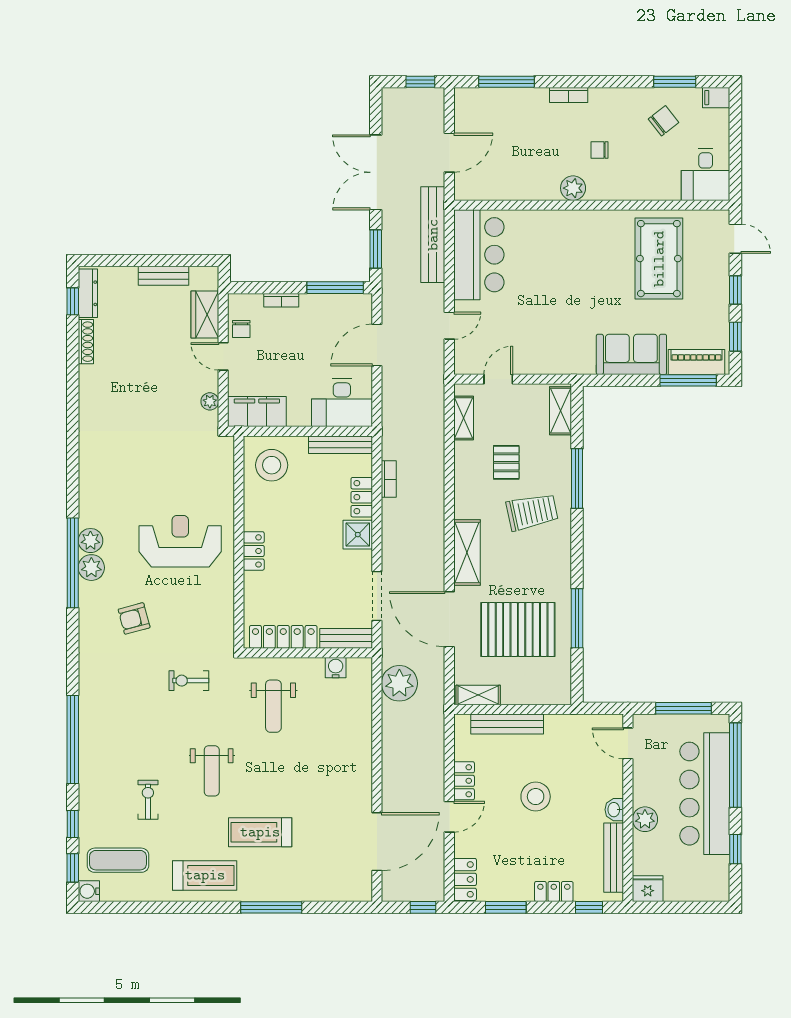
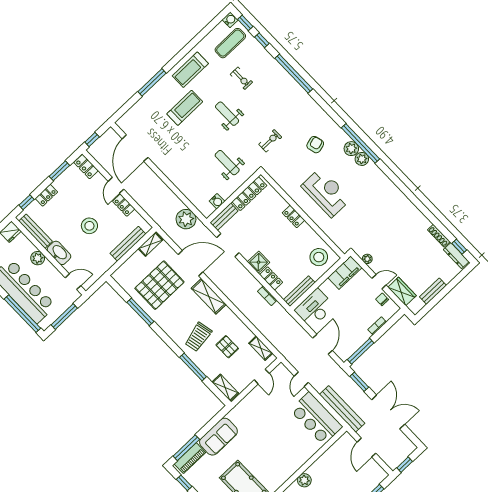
reception desk: (180, 541) -> (326, 193), turned -90
washbasin: (614, 810) -> (59, 253), width x1.91, depth x1.45

